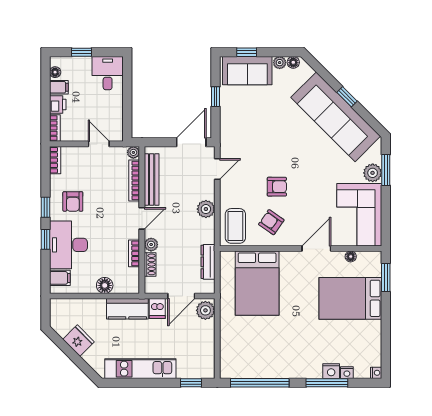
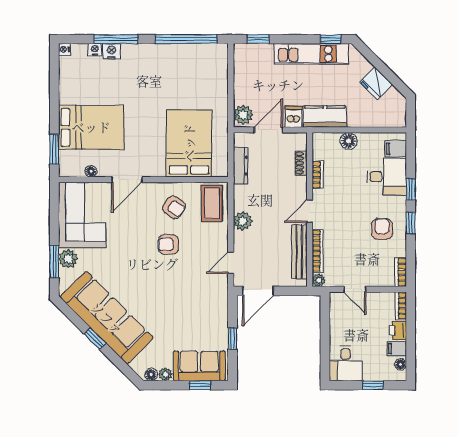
desk: (68, 245) -> (387, 177), width x0.73
plant: (151, 245) -> (300, 184), removed
window: (122, 383) -> (331, 39), added

